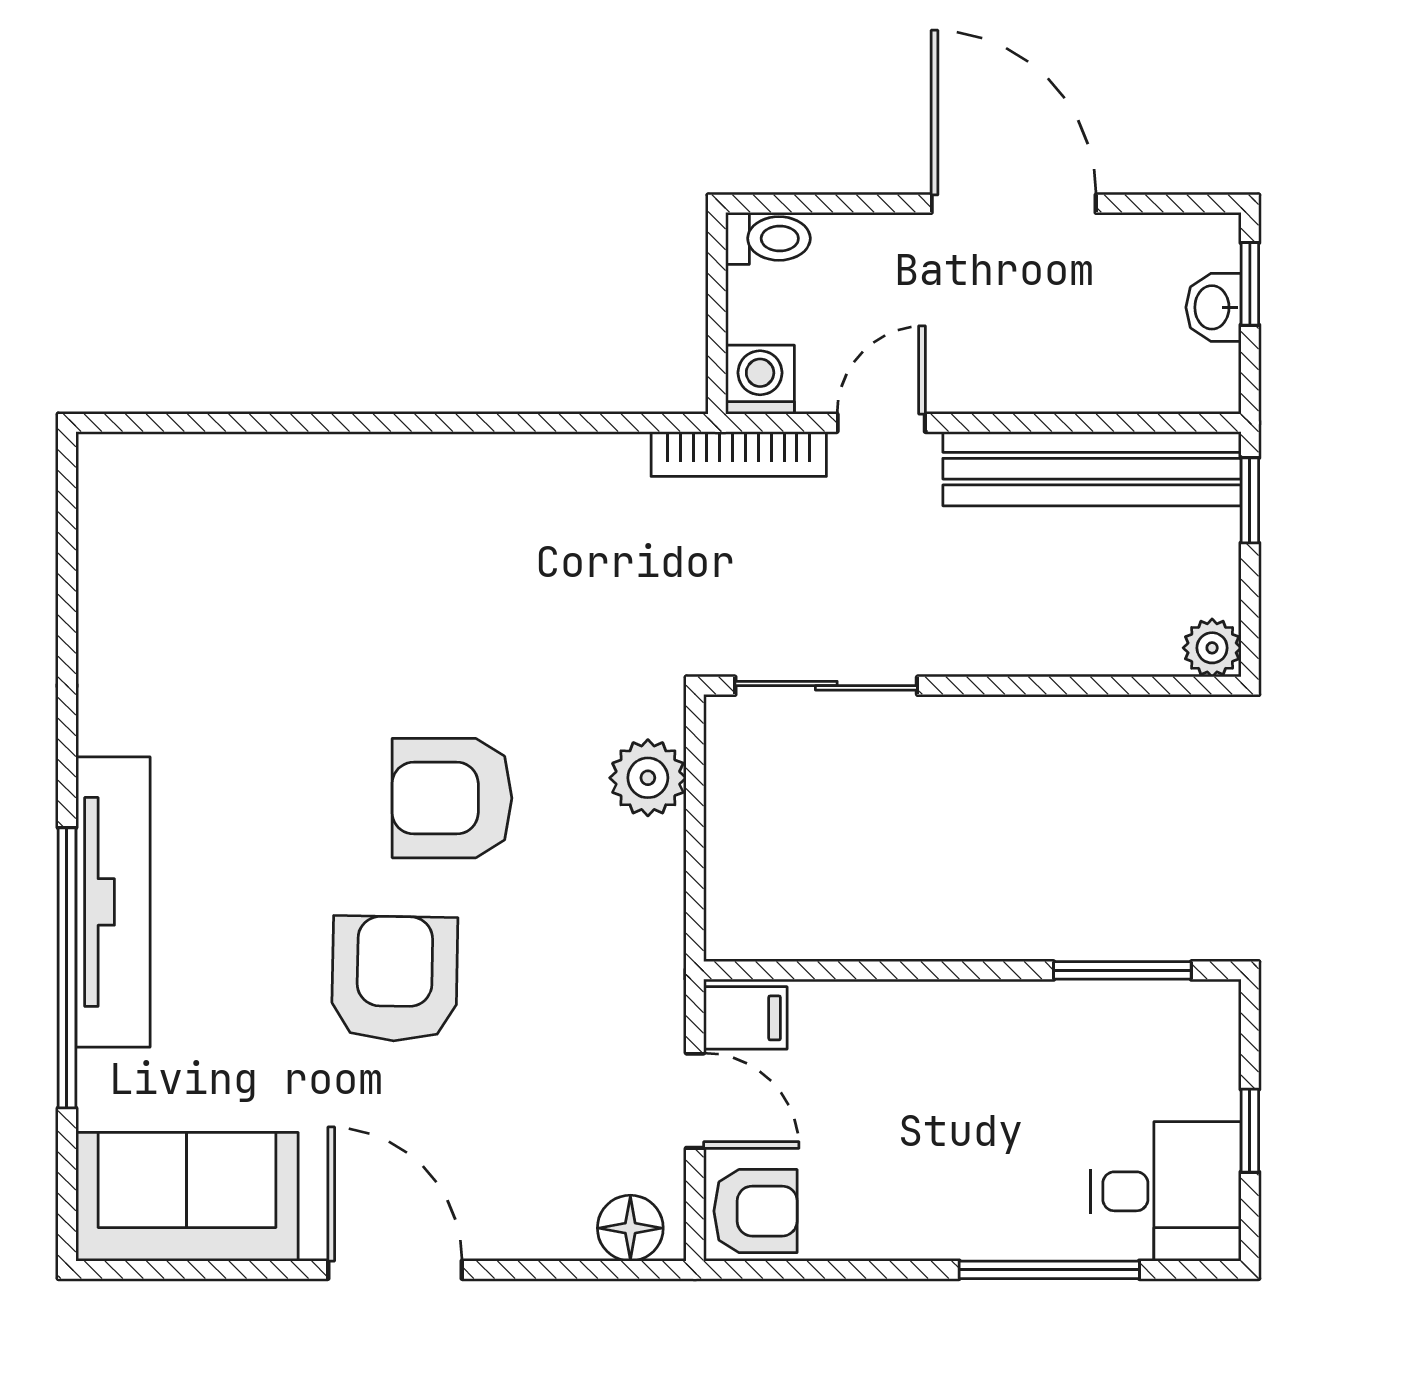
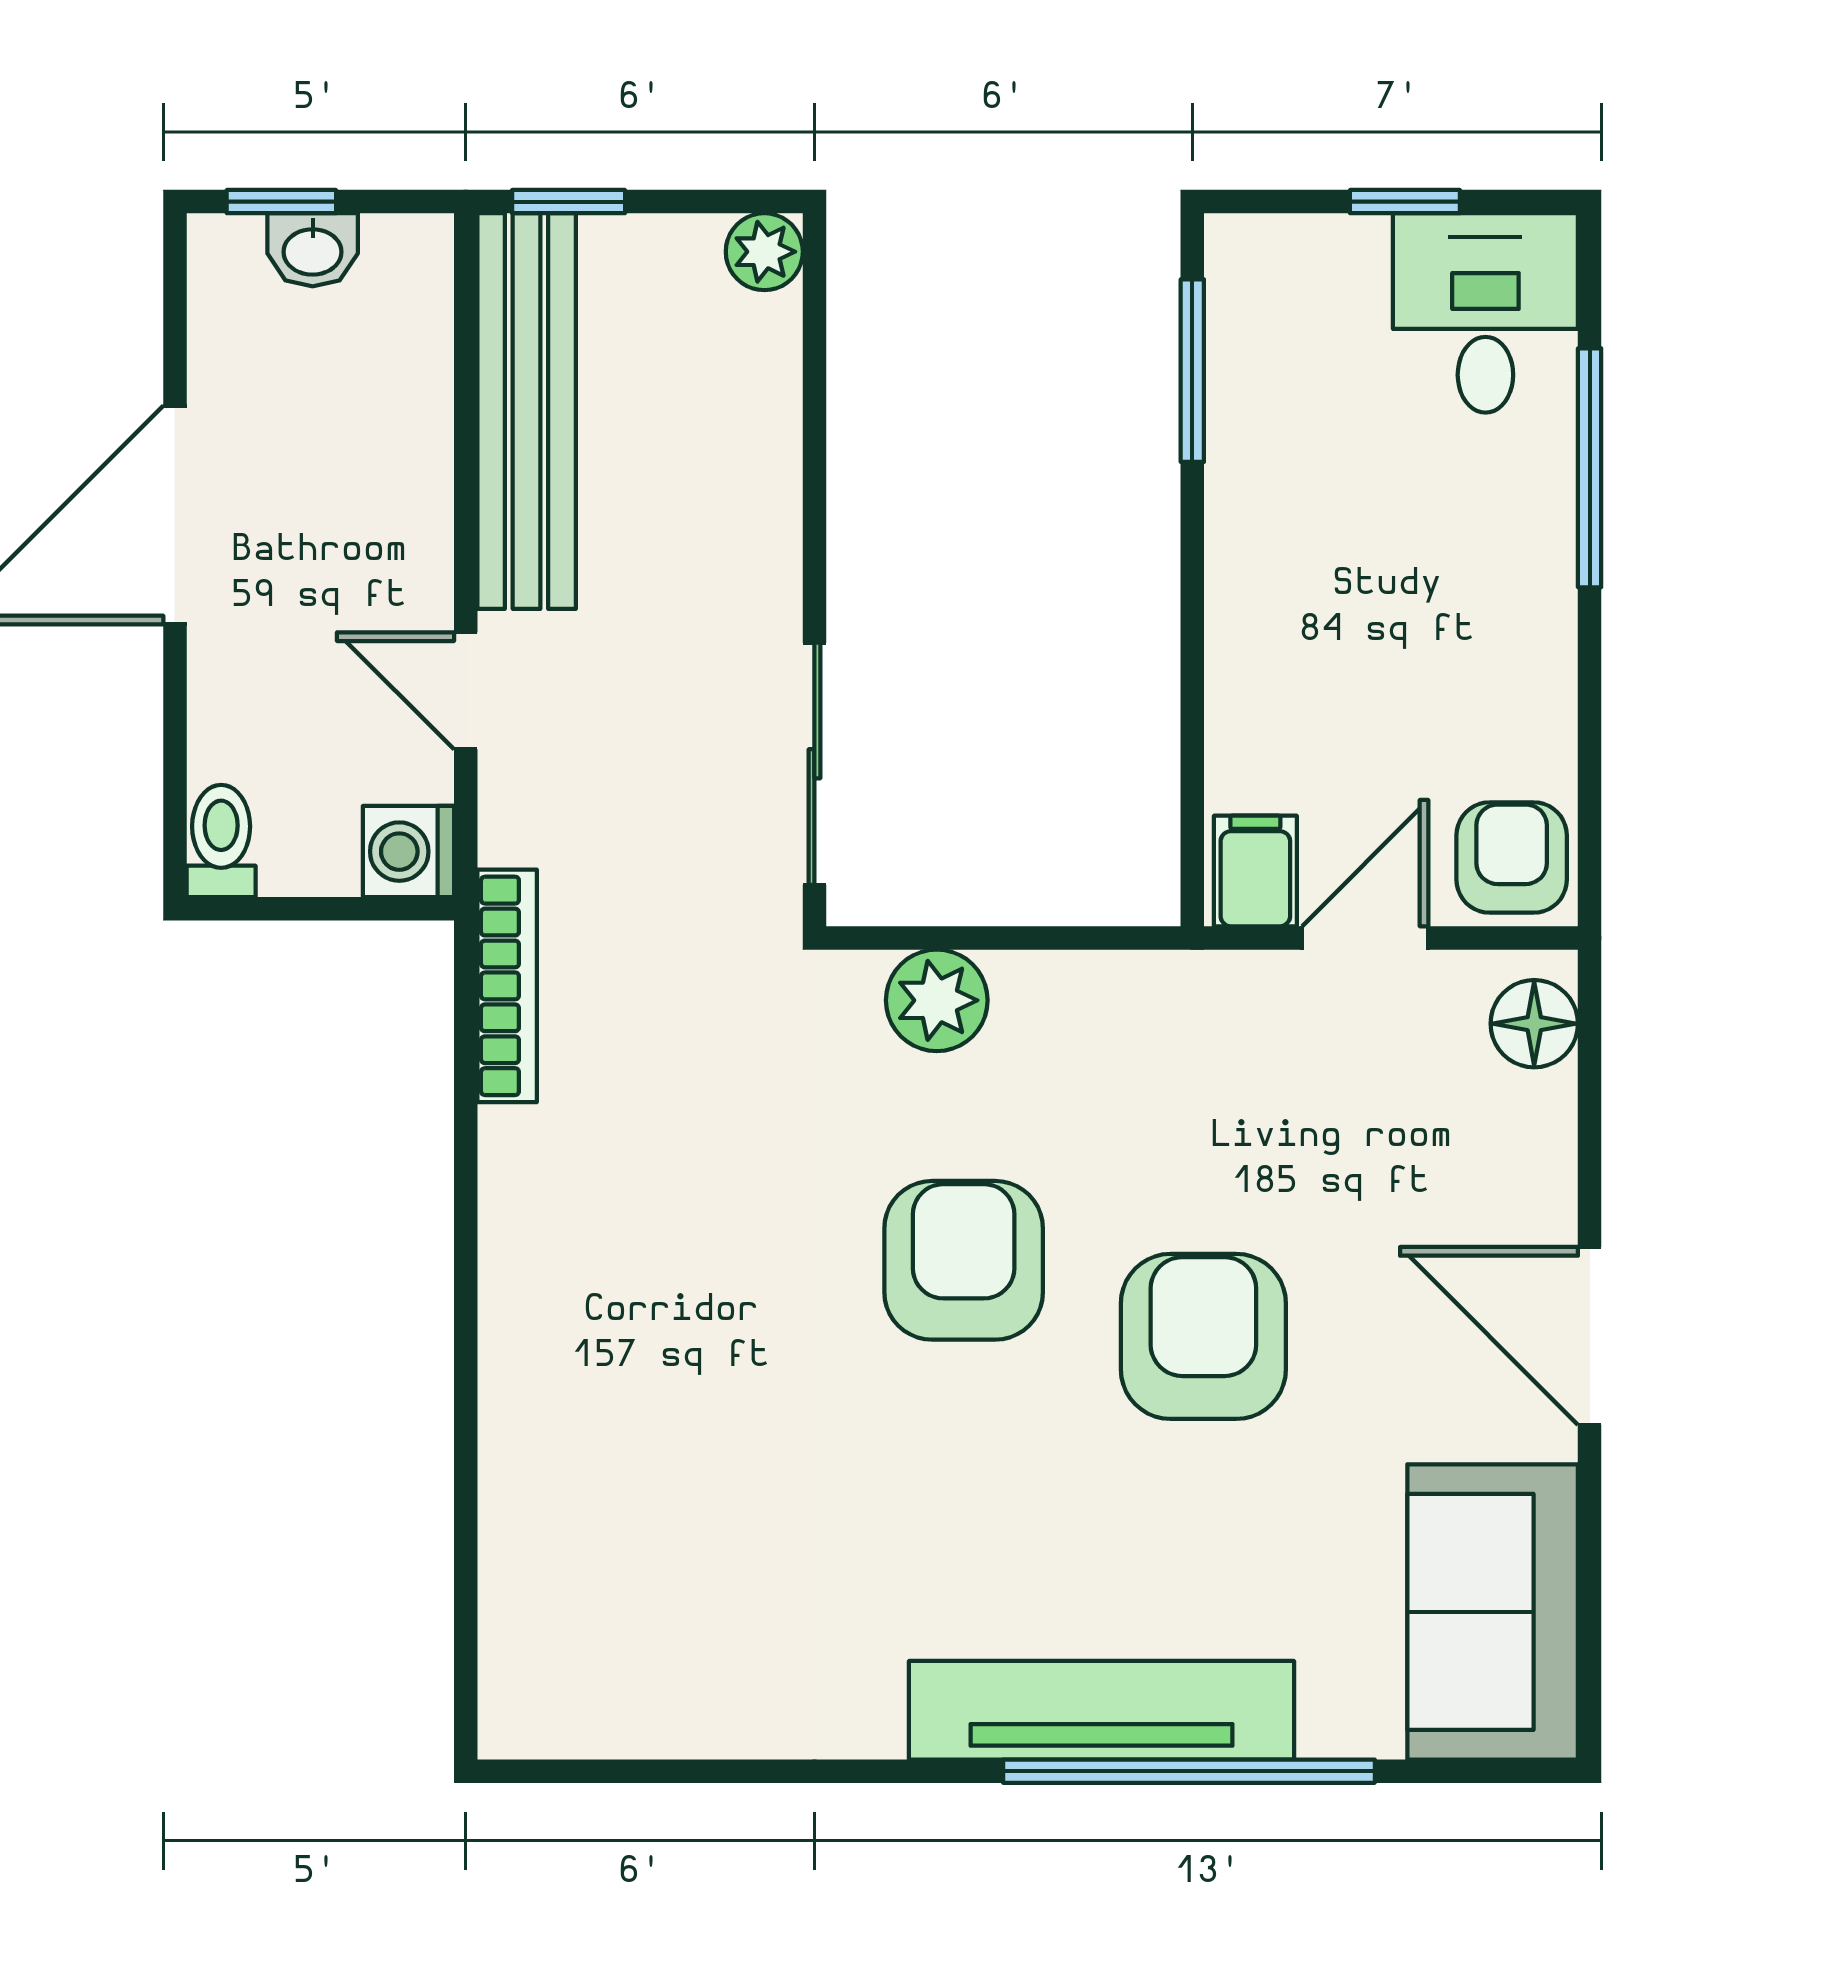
bookcase: (739, 454) -> (507, 986), moved
armchair: (452, 798) -> (964, 1260), turned 180
armchair: (395, 979) -> (1203, 1336), turned 89
door: (395, 1270) -> (1590, 1336), hinge flipped

